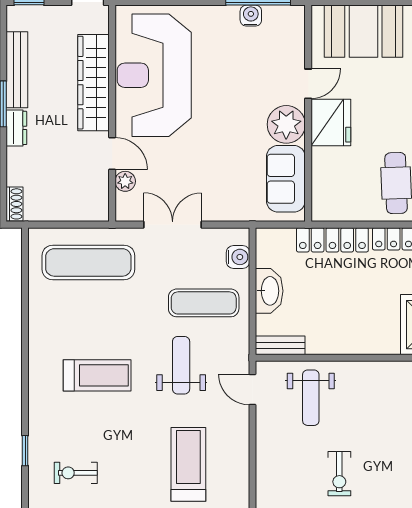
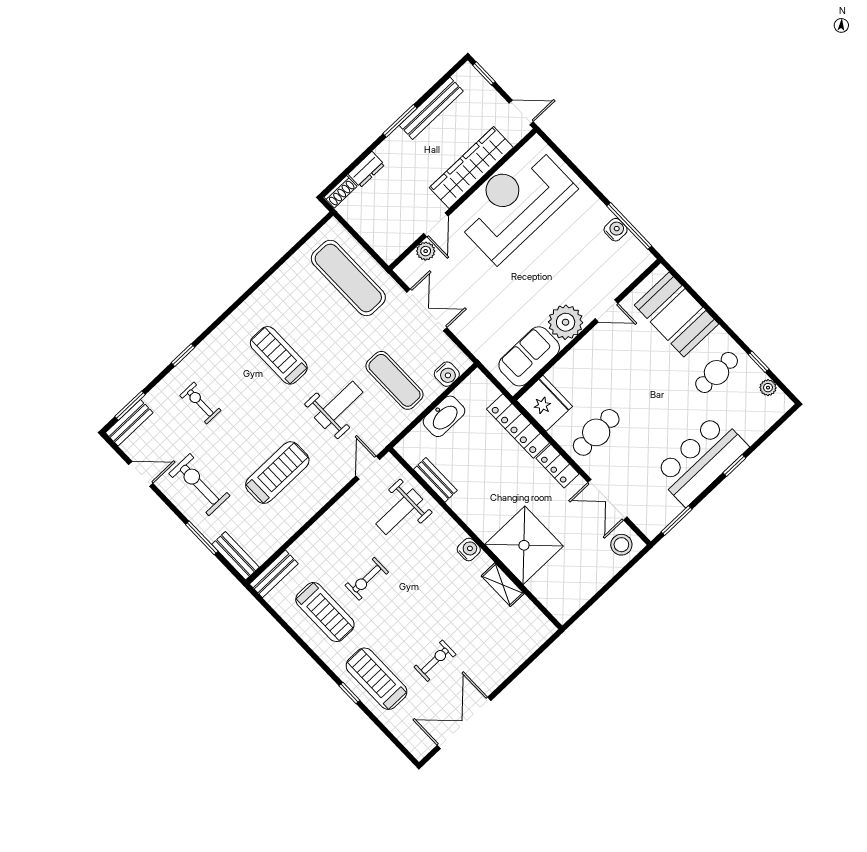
fridge: (331, 123) -> (545, 403), moved, turned -90
dresser: (16, 128) -> (366, 169), moved
bench: (280, 345) -> (435, 480), moved
water cooler: (393, 371) -> (469, 549), added
treadmill: (97, 375) -> (279, 355), turned 180

